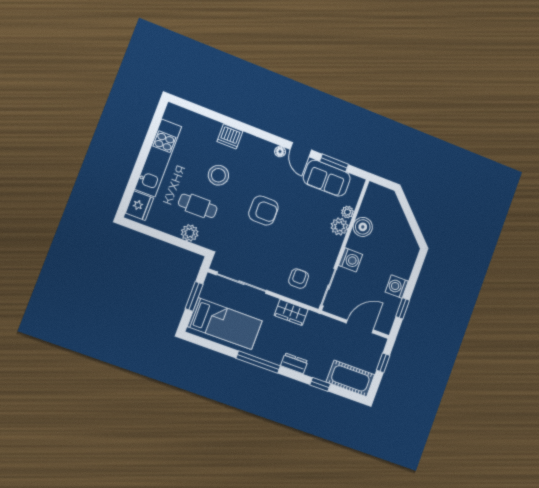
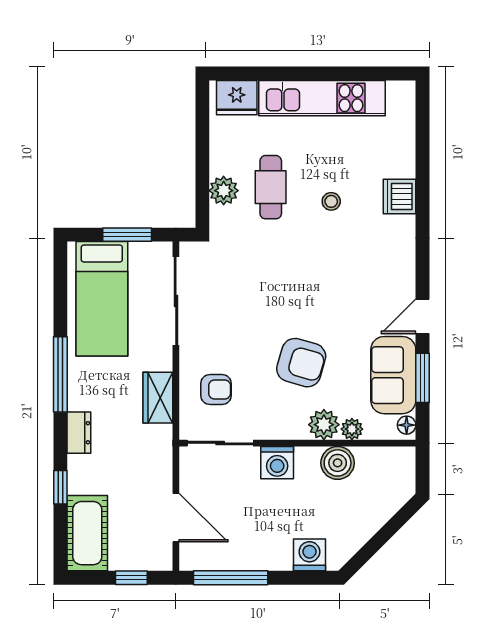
floor lamp: (280, 152) -> (407, 425), moved
stool: (218, 175) -> (331, 201), width x0.53, depth x0.53
armchair: (263, 211) -> (301, 363), moved, turned -74
washing machine: (397, 287) -> (309, 555), moved
window: (403, 308) -> (231, 578), width x2.17

